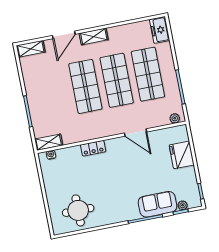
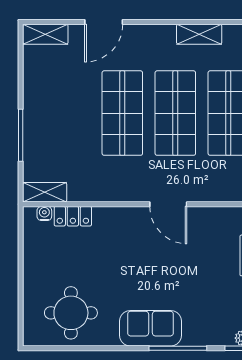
shelving: (94, 36) -> (199, 34), moved
door: (136, 132) -> (168, 204), moved
locker: (93, 148) -> (73, 216), moved
sofa: (158, 204) -> (150, 328), moved

